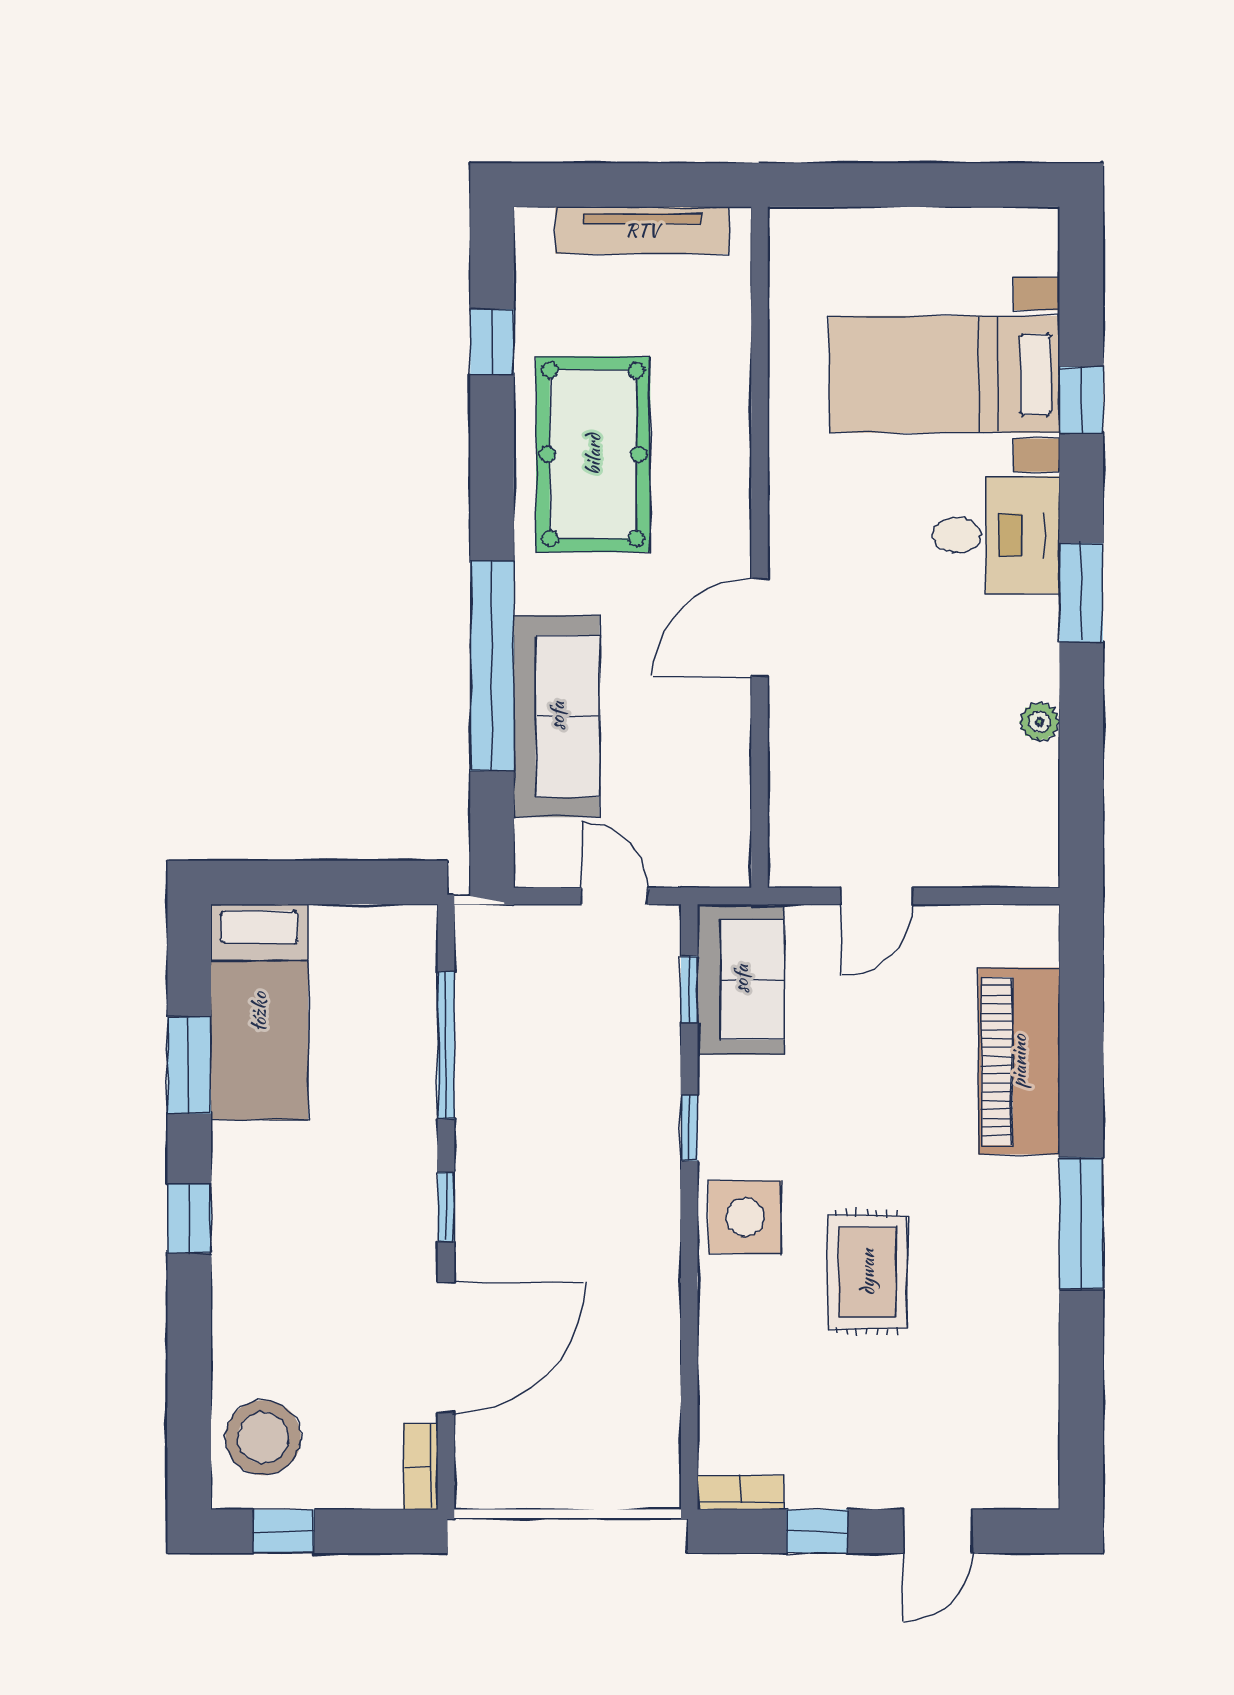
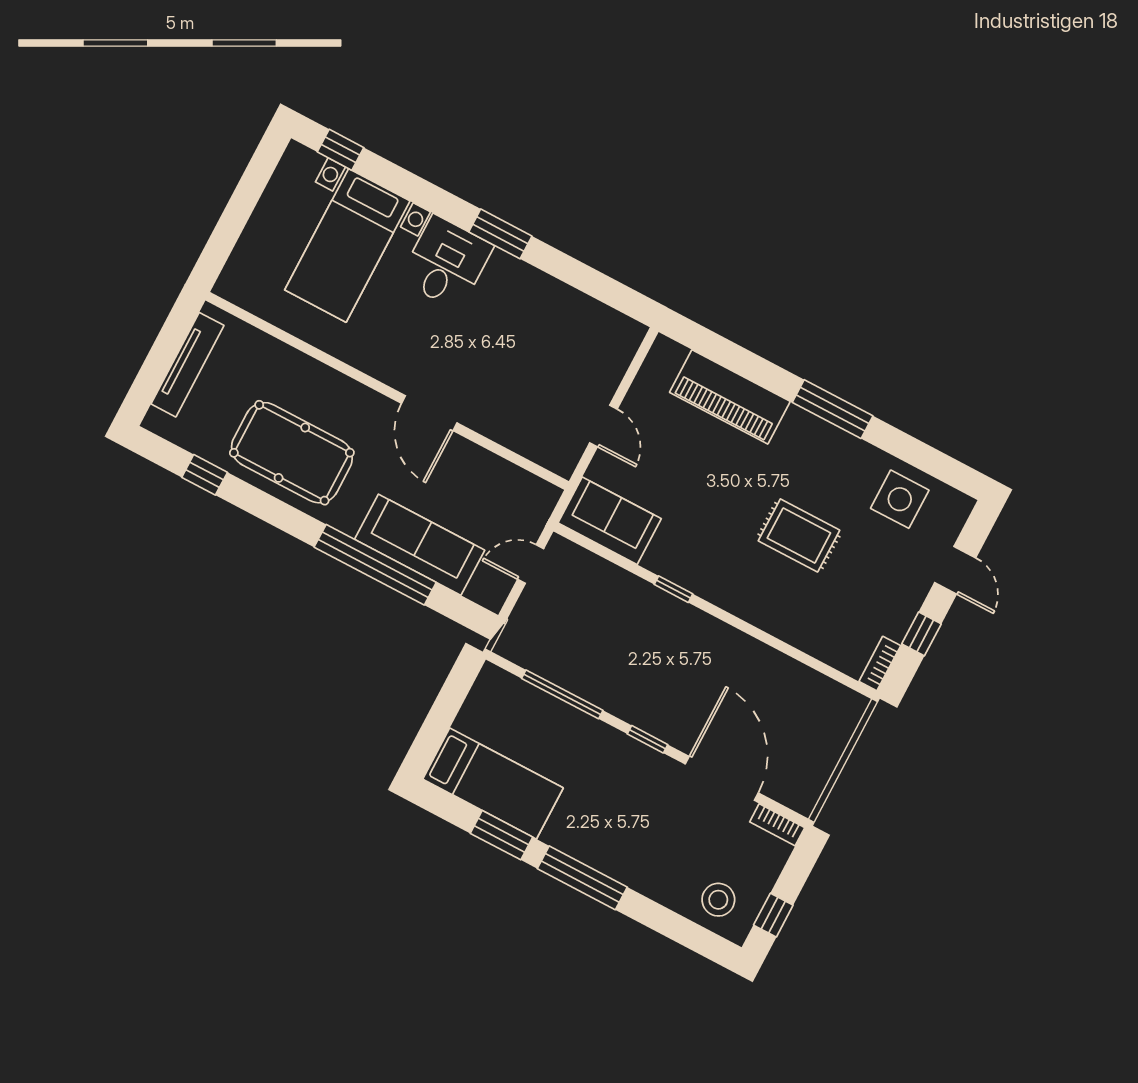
window: (1081, 400) -> (341, 150), moved
plant: (1039, 722) -> (557, 292), removed
window: (689, 989) -> (601, 551), removed
side table: (745, 1217) -> (900, 499), moved
window: (189, 1219) -> (582, 878), width x2.17
stool: (263, 1438) -> (718, 900), width x0.73, depth x0.73

